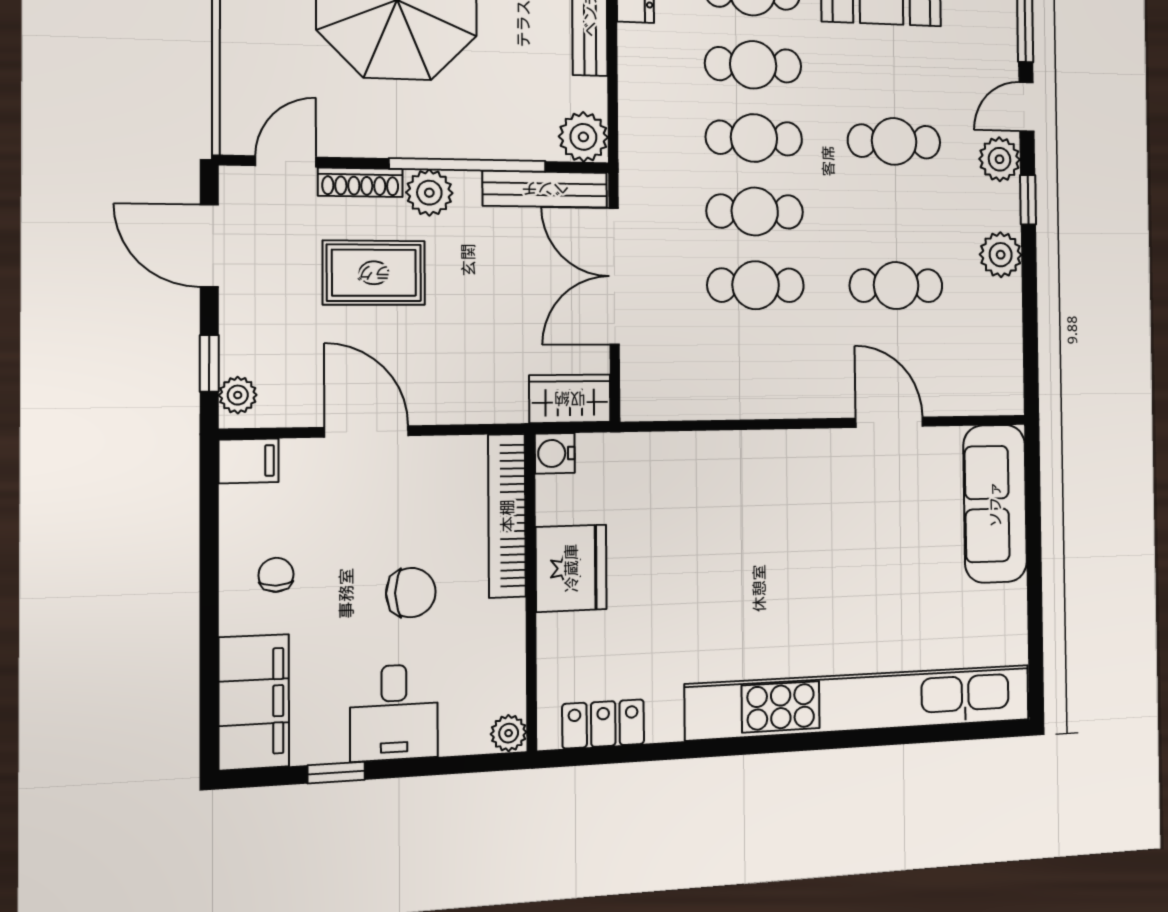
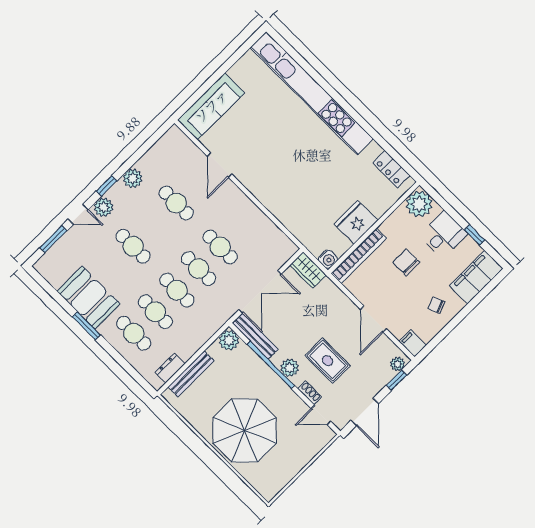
shoe rack: (360, 182) -> (310, 393), width x0.70
chair: (276, 575) -> (436, 305), turned 68
plant: (509, 733) -> (419, 204), width x1.88, depth x1.88

